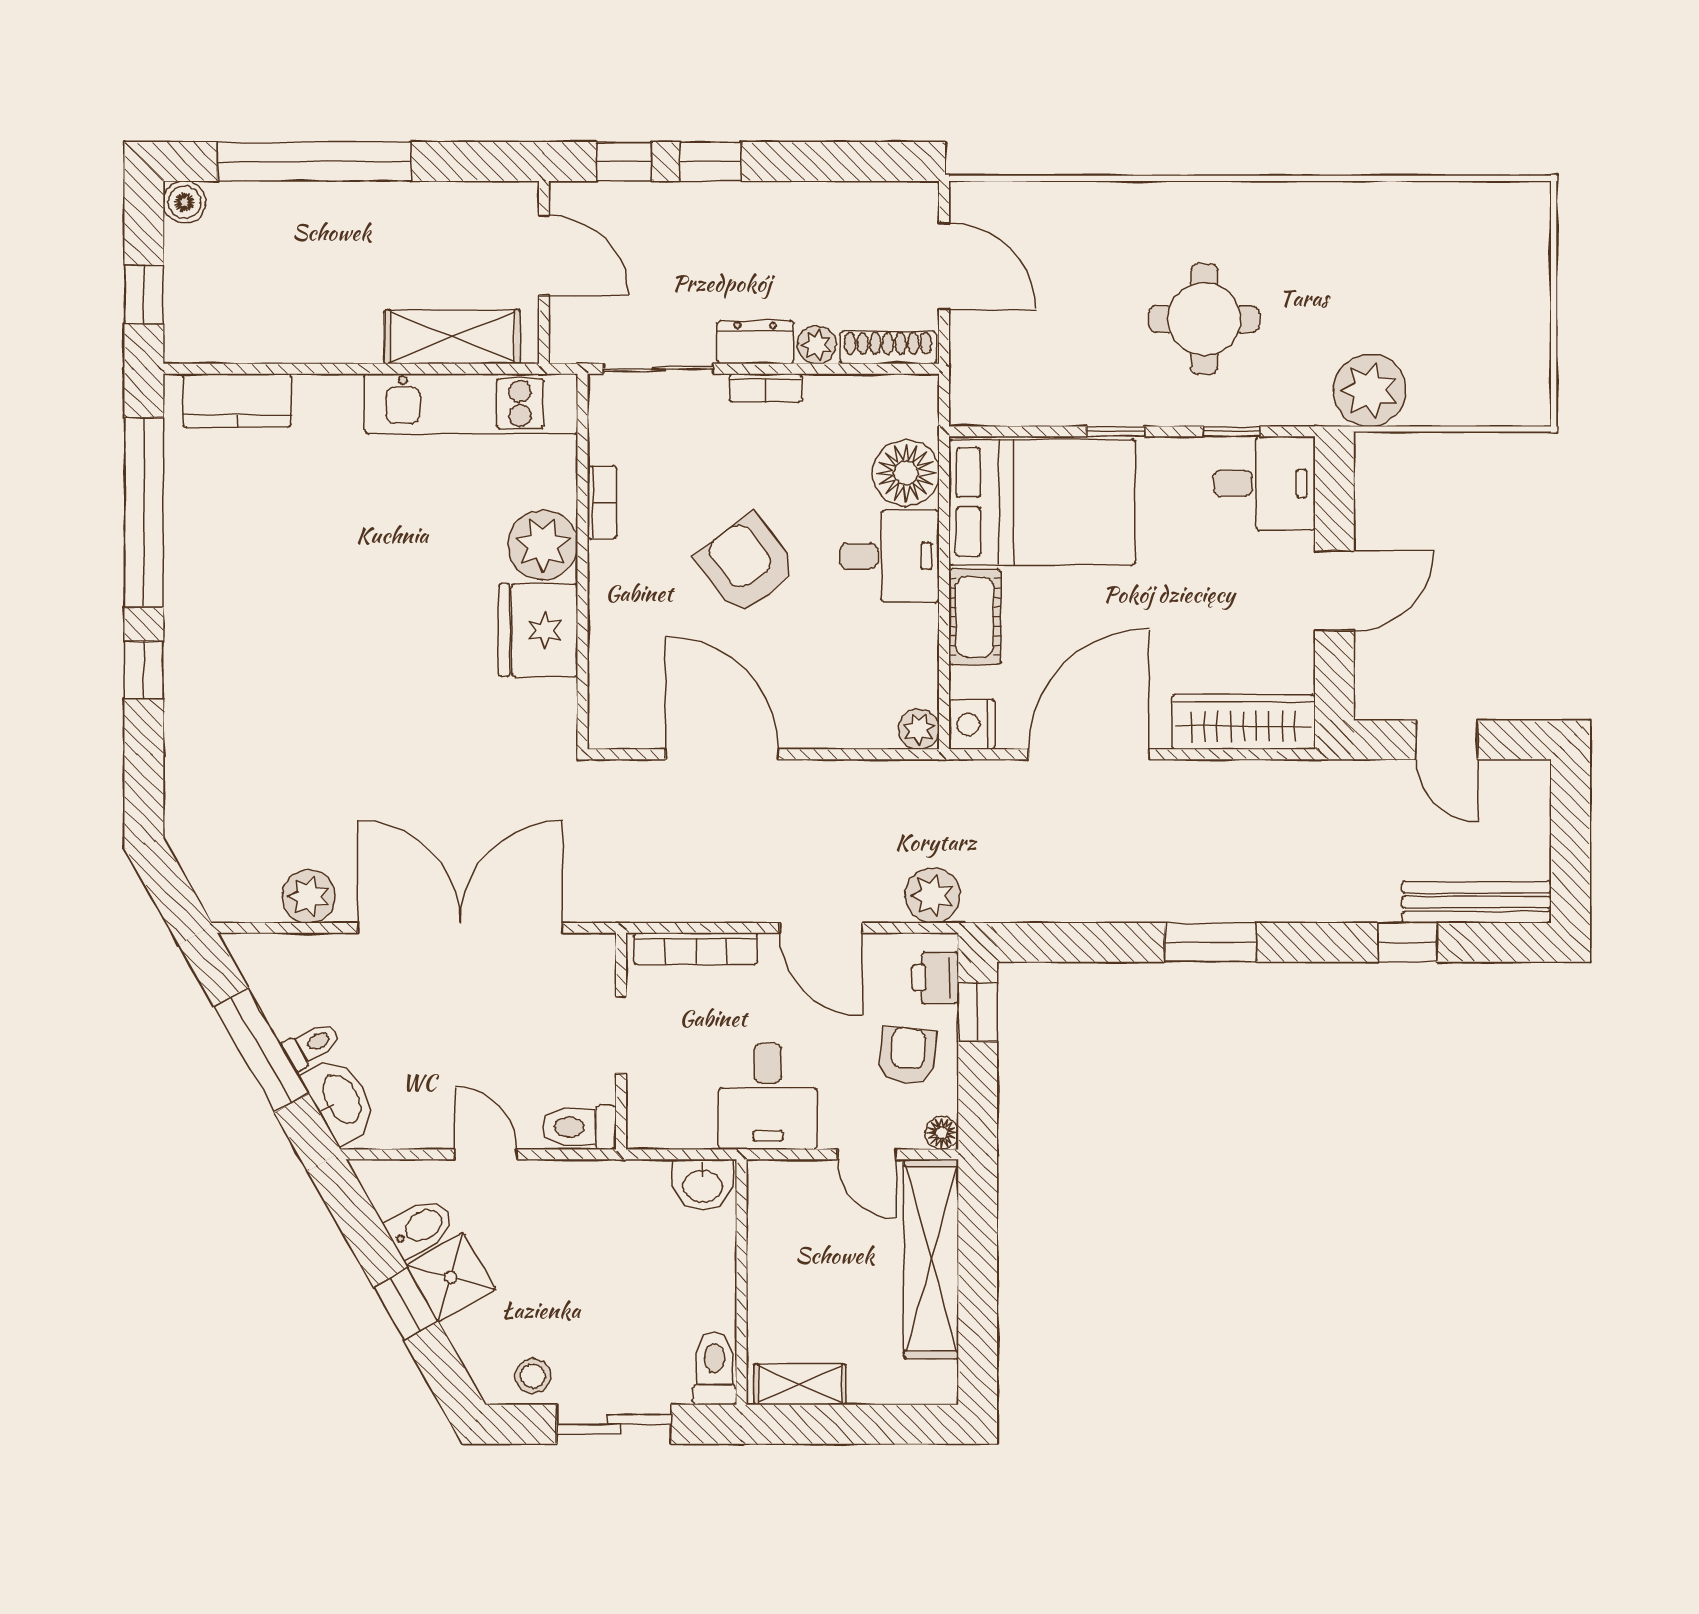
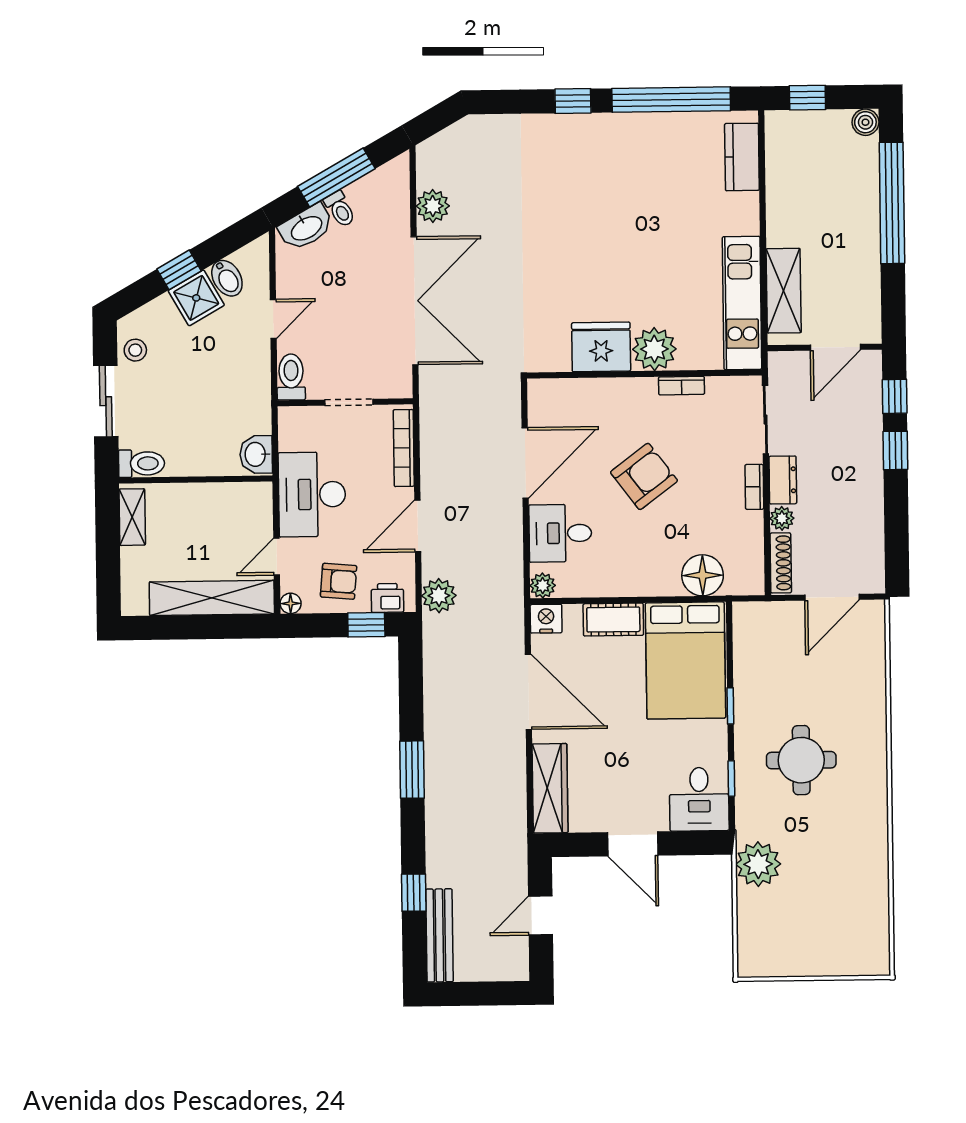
desk: (889, 556) -> (560, 533), moved, turned 90
desk: (768, 1096) -> (312, 494), width x1.37

